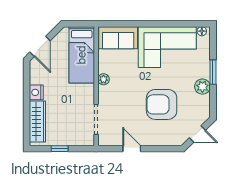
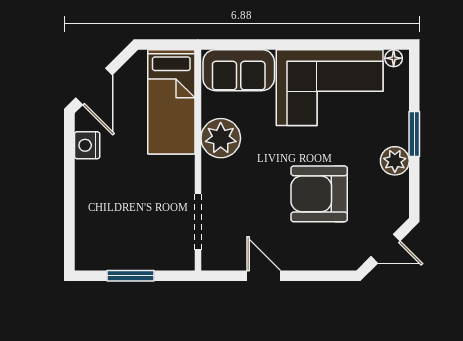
plant: (103, 79) -> (221, 138), width x1.87, depth x1.87
nightstand: (36, 92) -> (87, 145), moved
wardrobe: (37, 121) -> (89, 225), removed
window: (60, 149) -> (131, 276), width x1.50

